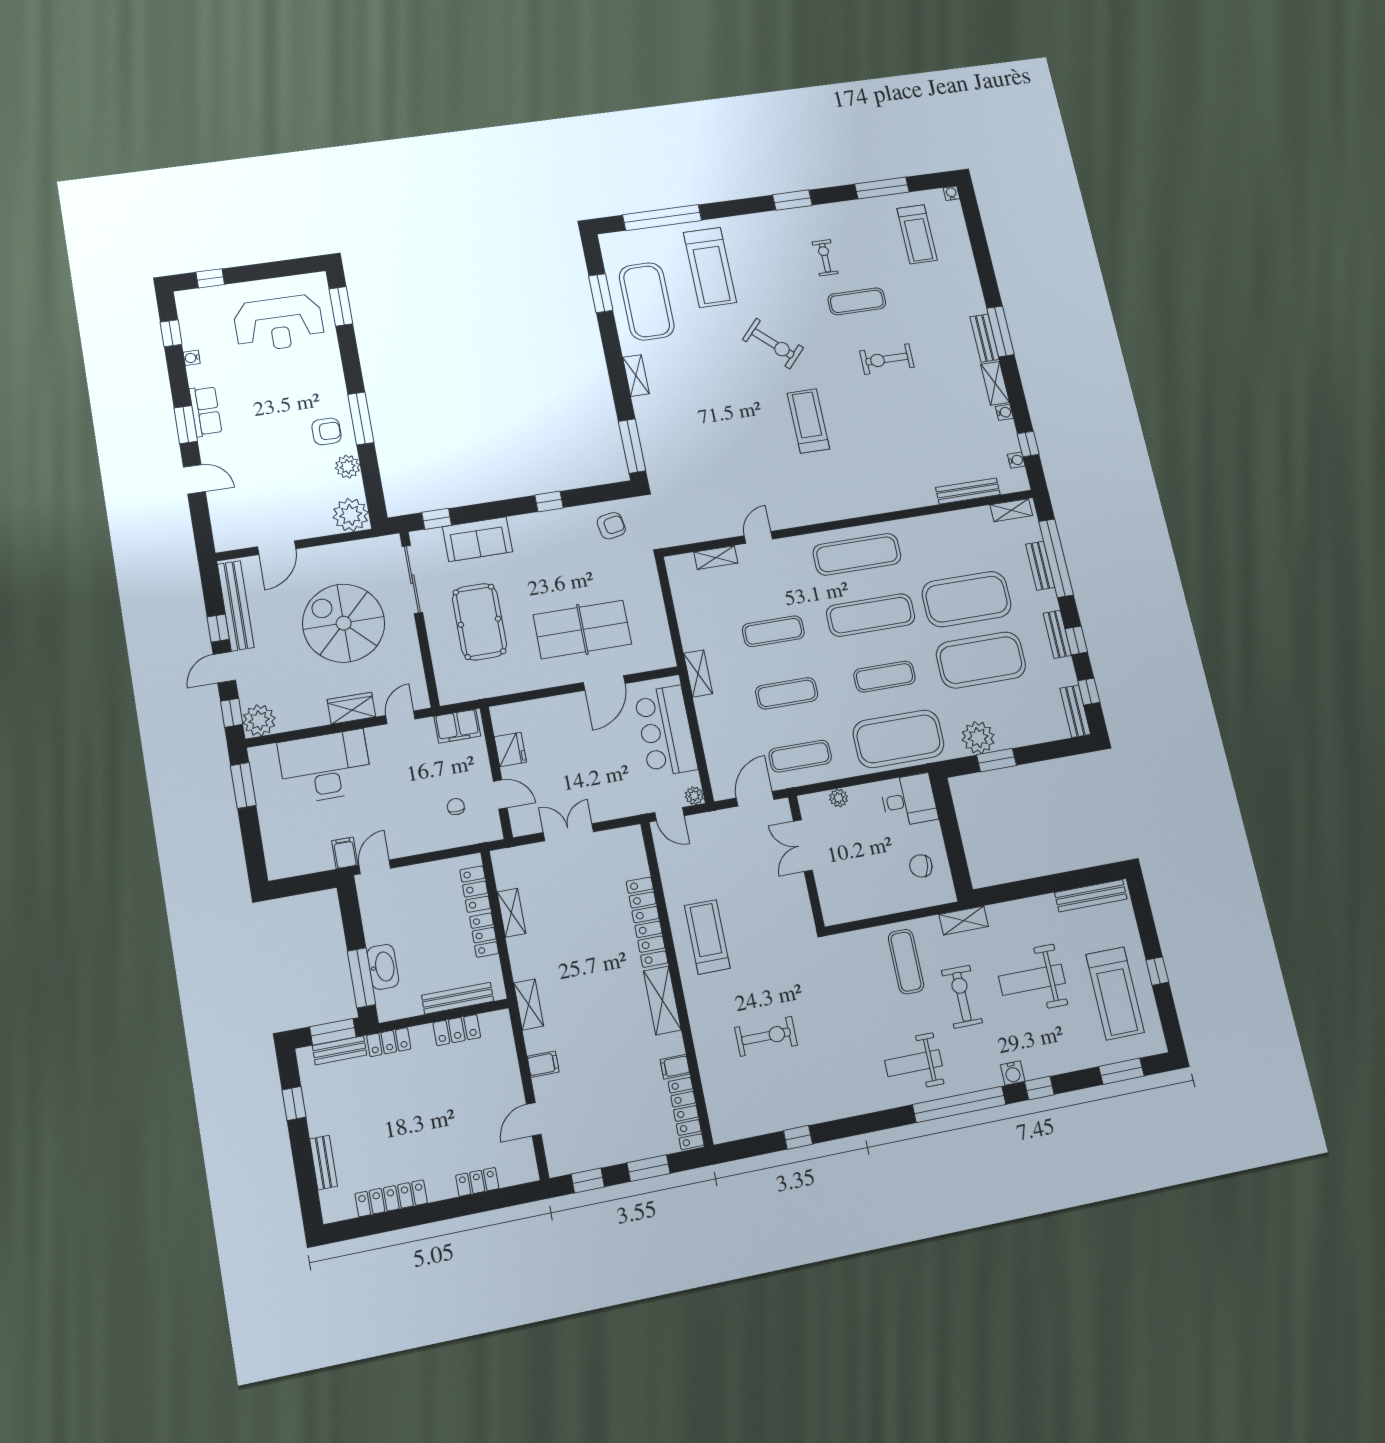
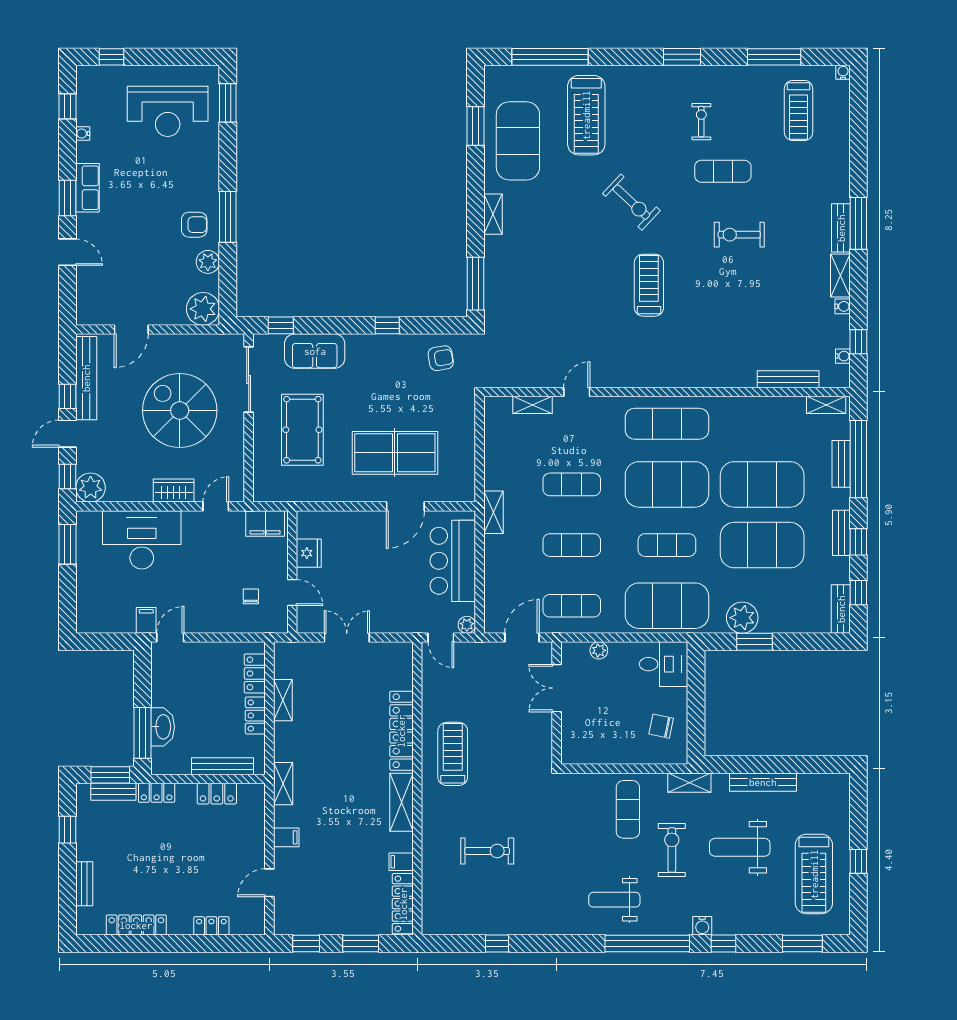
exercise mat: (871, 615) -> (667, 484), width x1.47
bench: (1091, 896) -> (763, 782), moved

